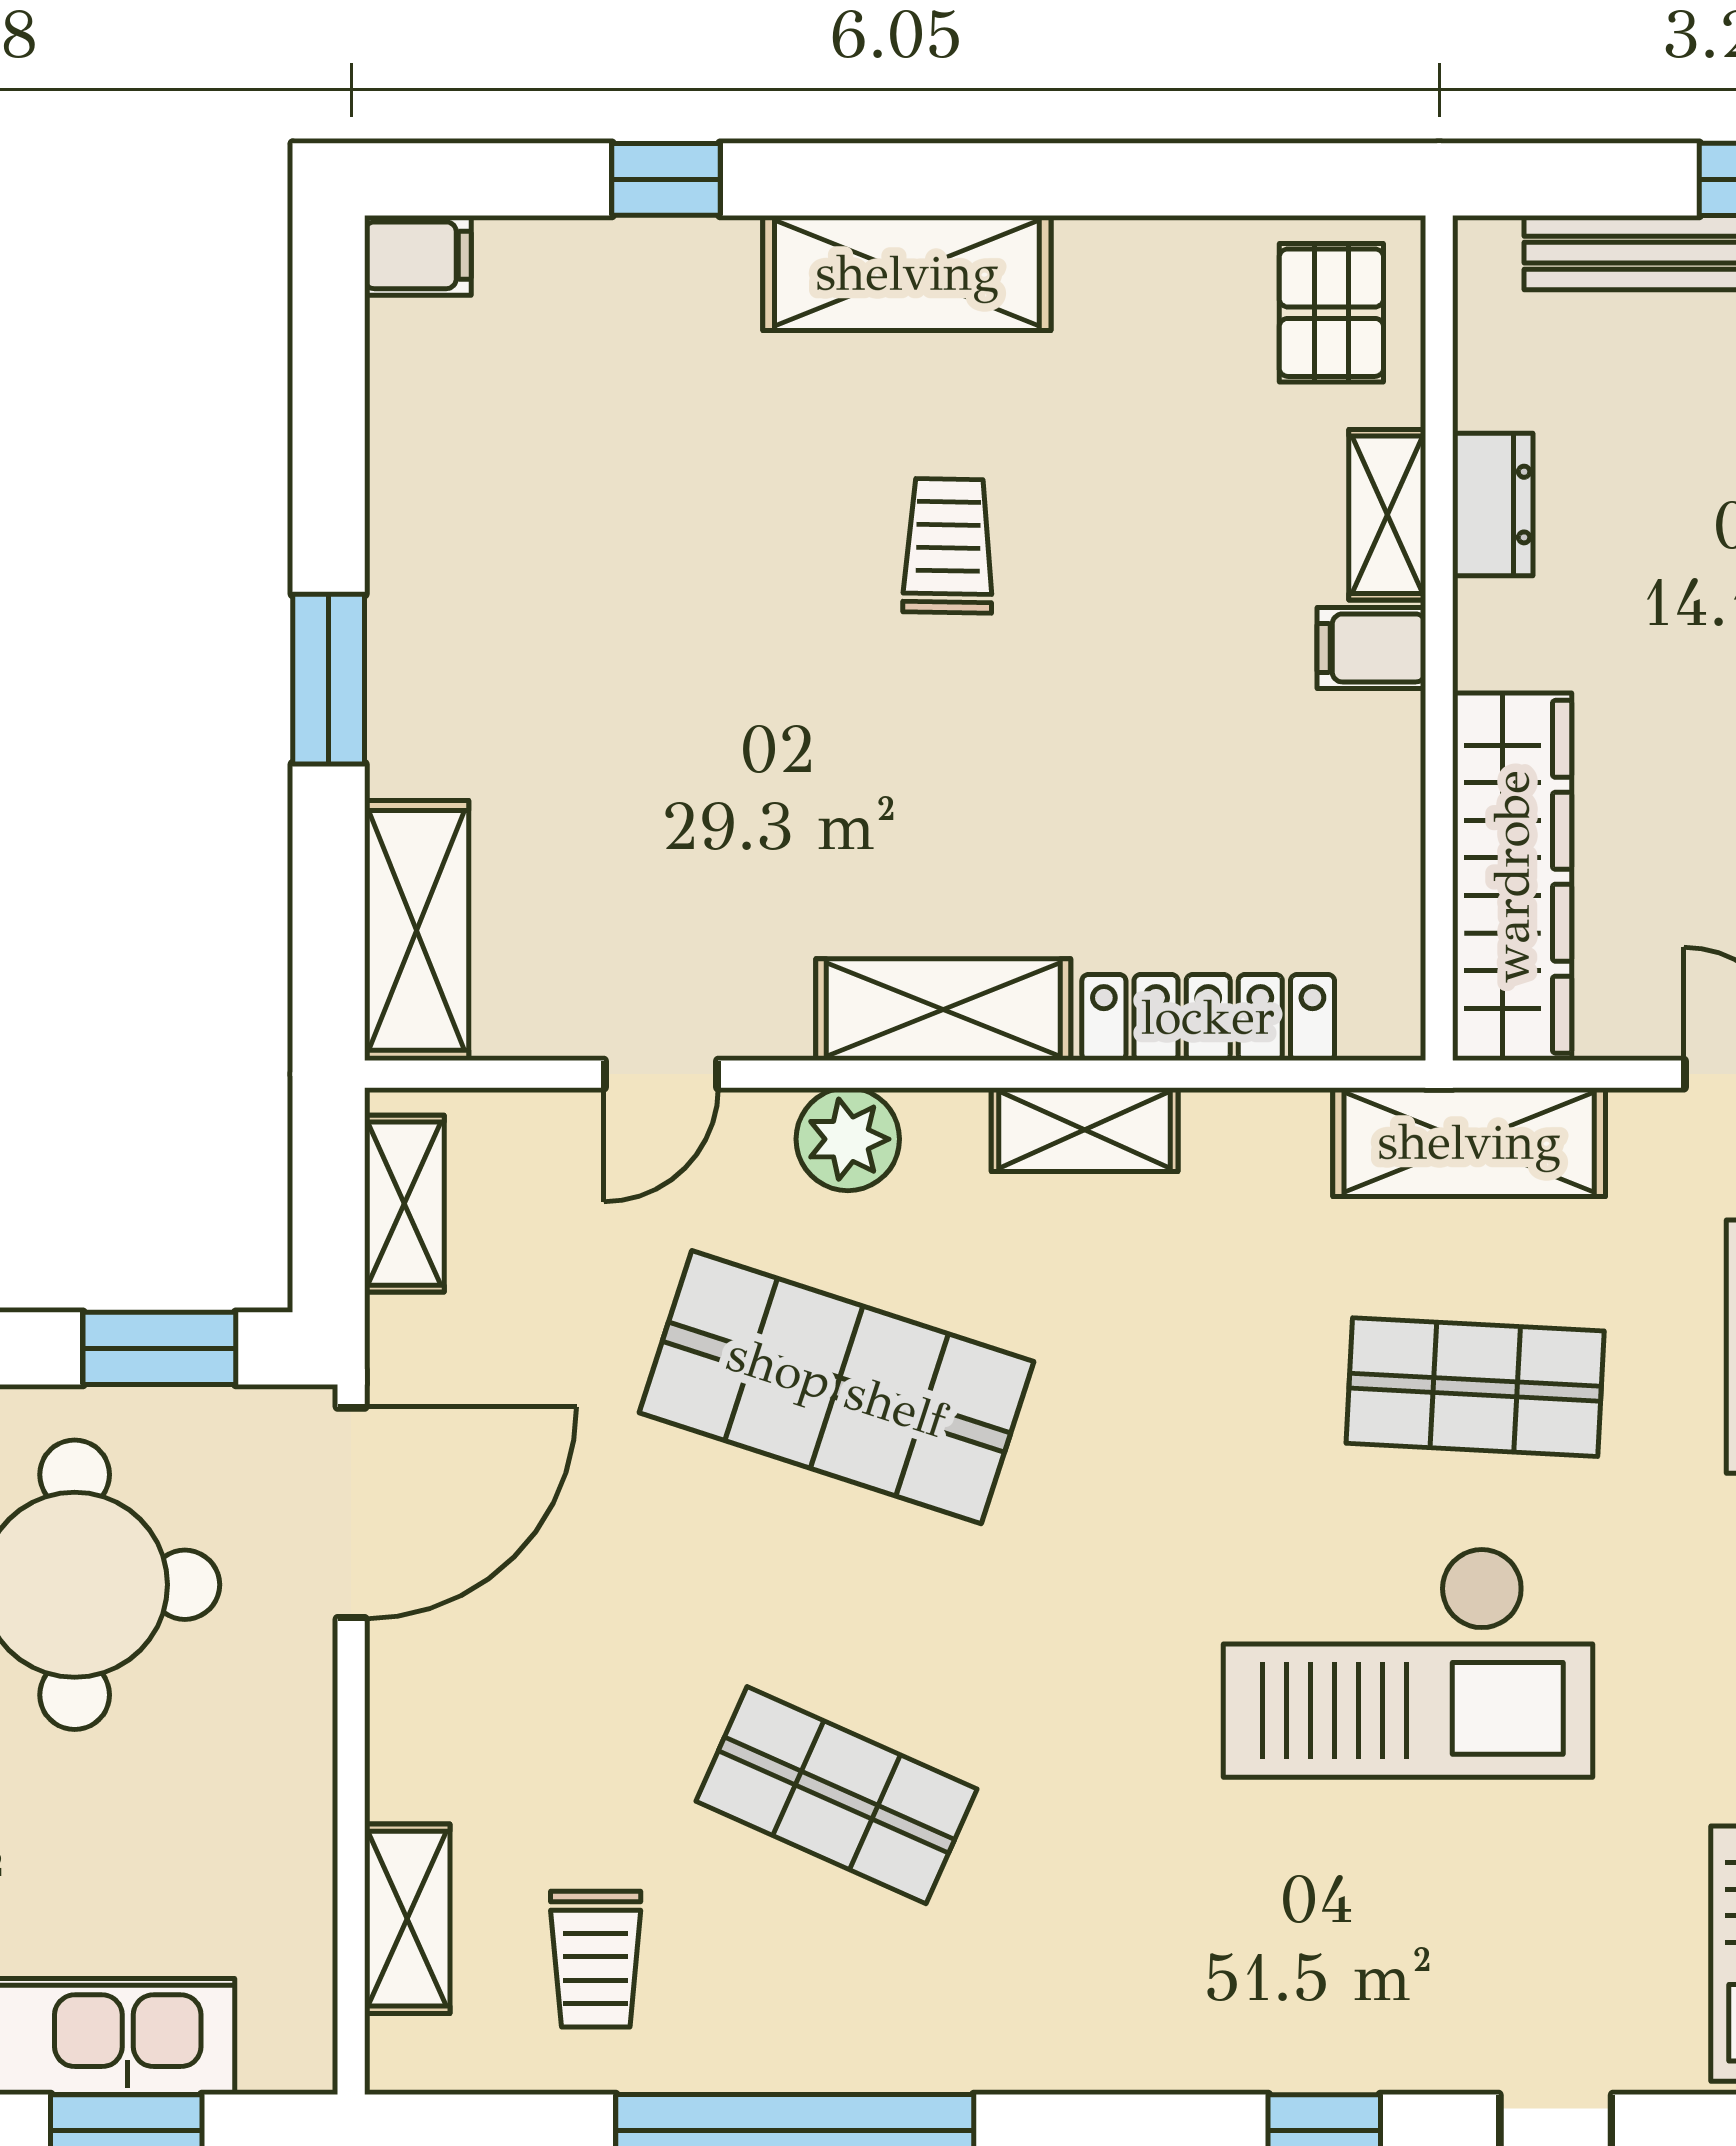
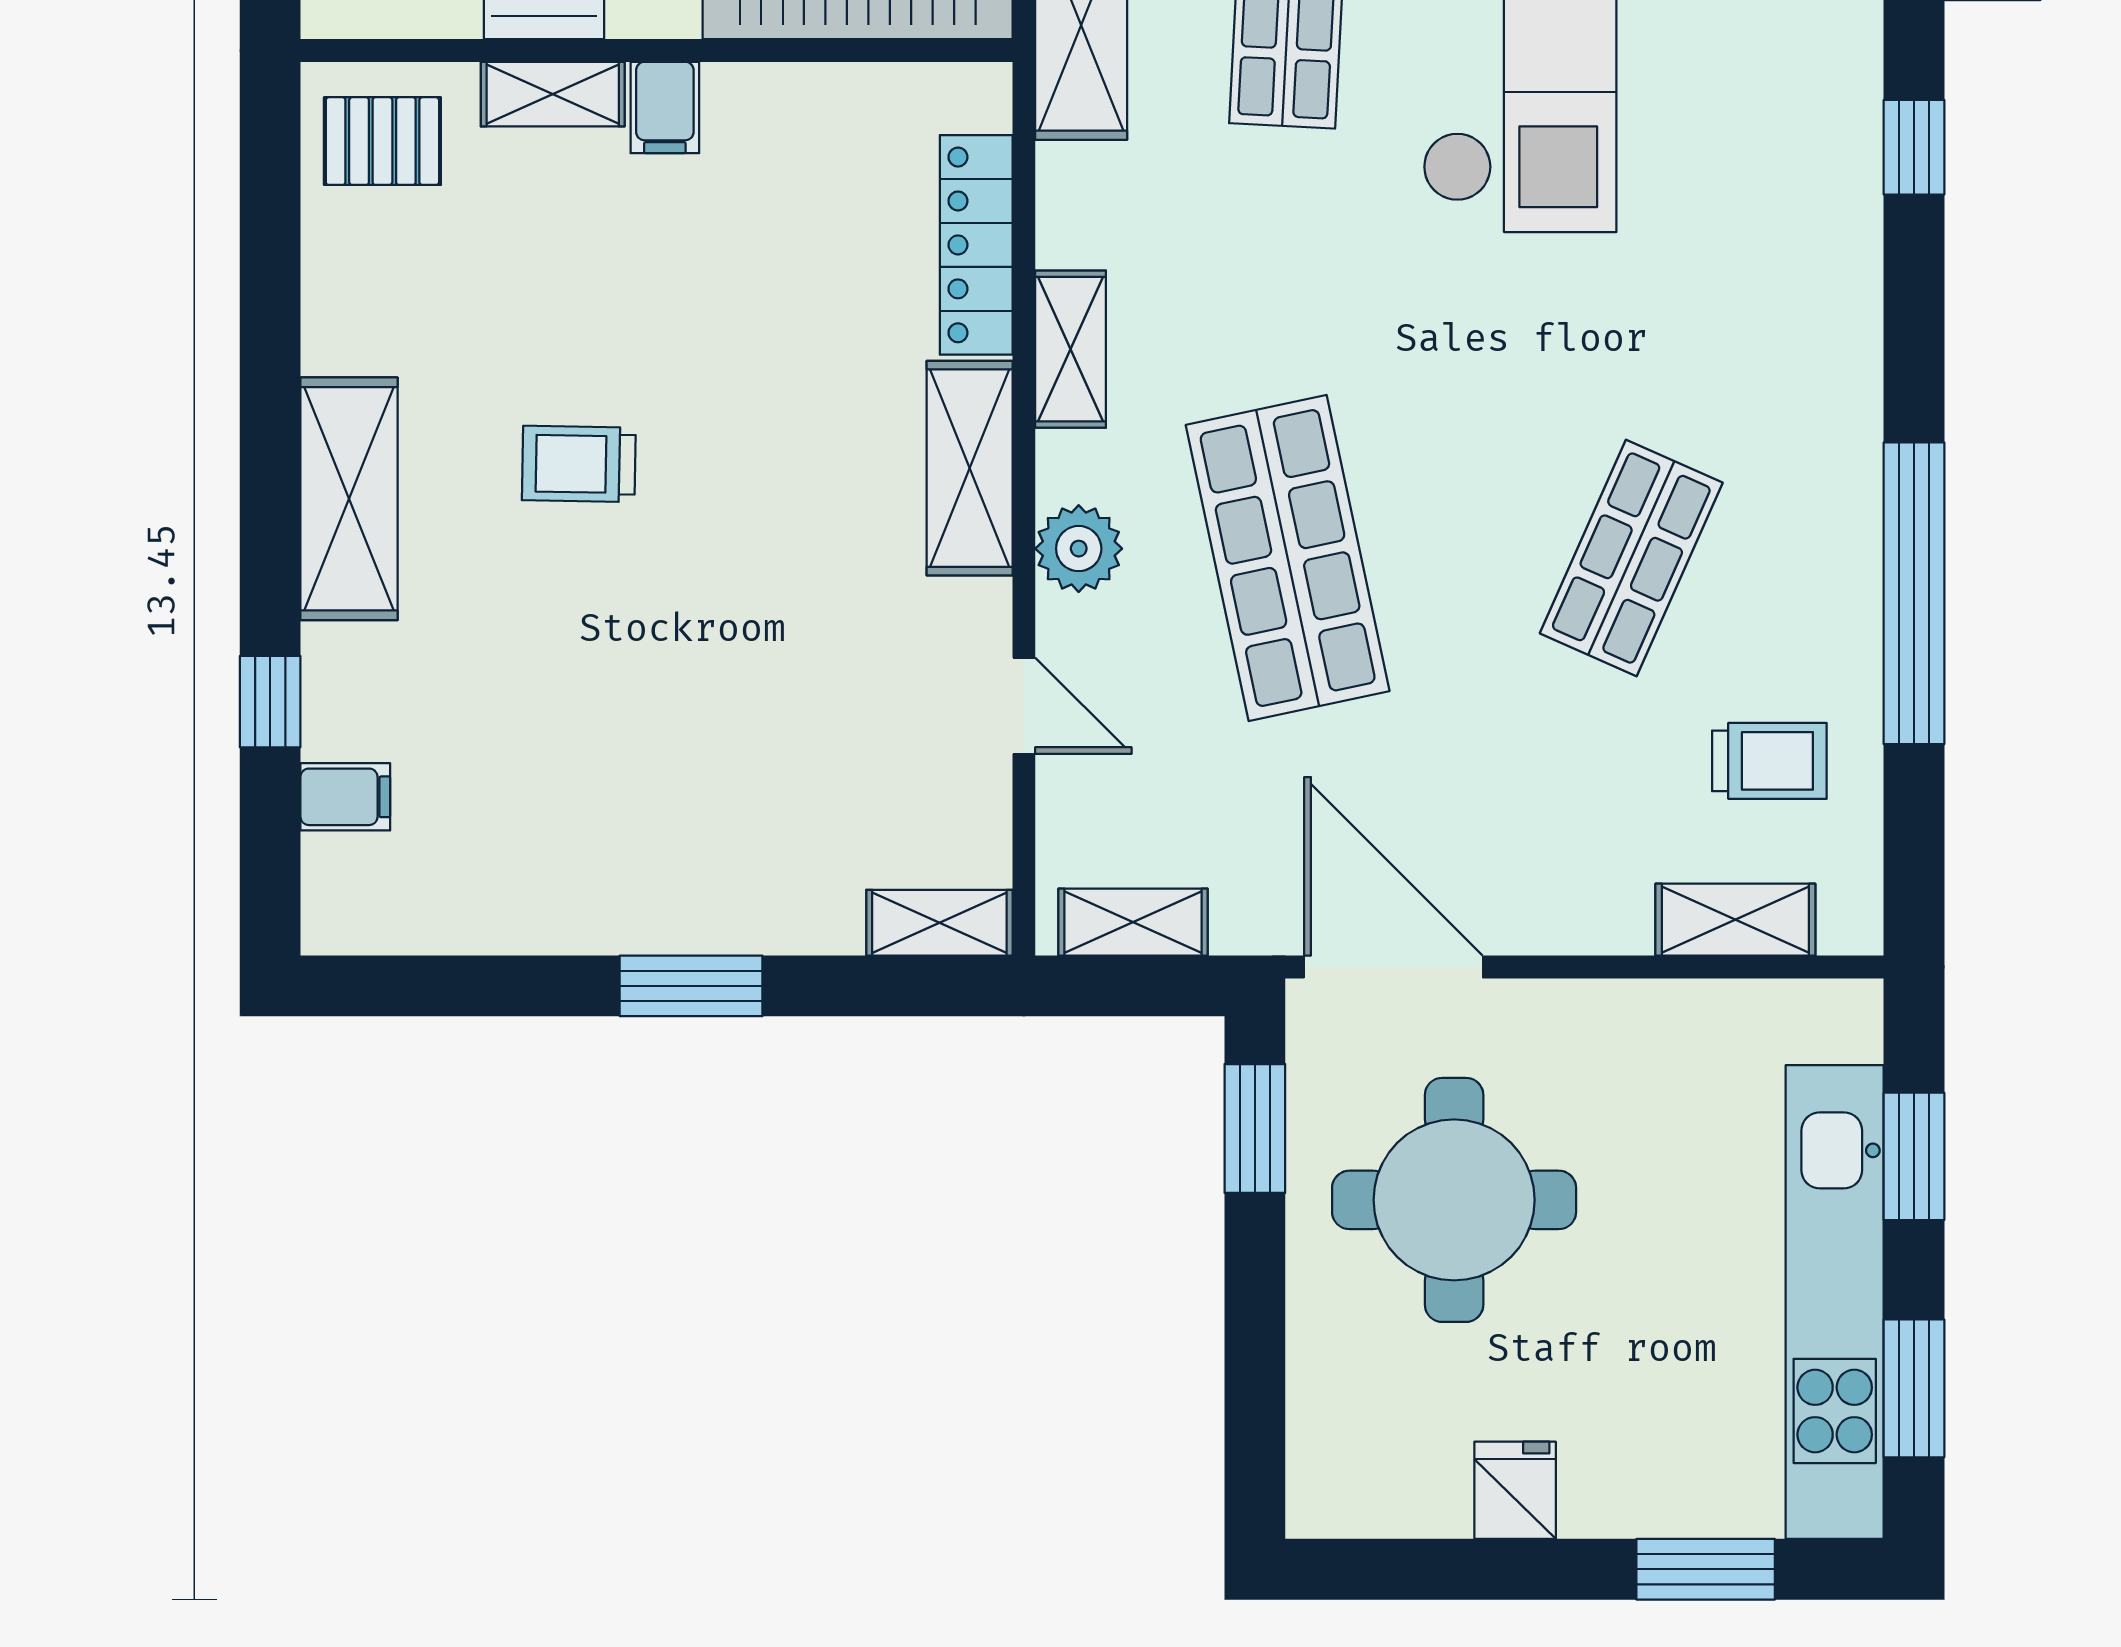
filing cabinet: (418, 255) -> (345, 797), moved, turned 90
shelving: (417, 930) -> (939, 923), width x0.67, depth x0.75
shop shelf: (837, 1387) -> (1288, 558), turned -30

